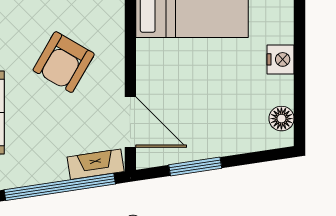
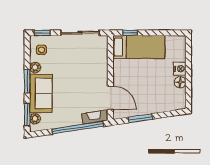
armchair: (64, 62) -> (80, 70), removed
floor lamp: (281, 119) -> (180, 82), moved

